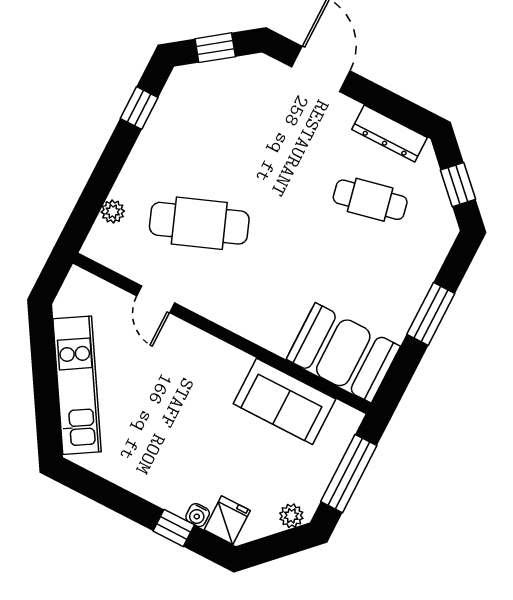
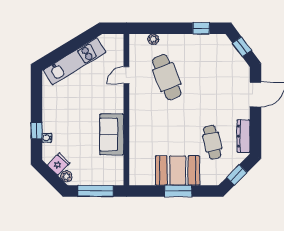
booth: (343, 353) -> (178, 171), moved, turned 90
sofa: (284, 401) -> (112, 134), moved
fridge: (227, 520) -> (59, 164), moved, turned -45

